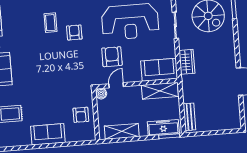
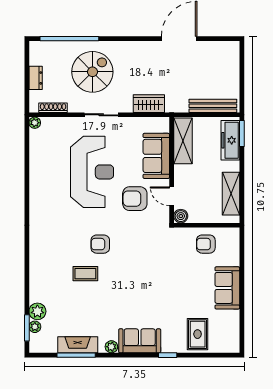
sofa: (159, 70) -> (156, 156), moved
armchair: (81, 115) -> (206, 244), turned 180
bench: (189, 117) -> (213, 106), width x1.36

